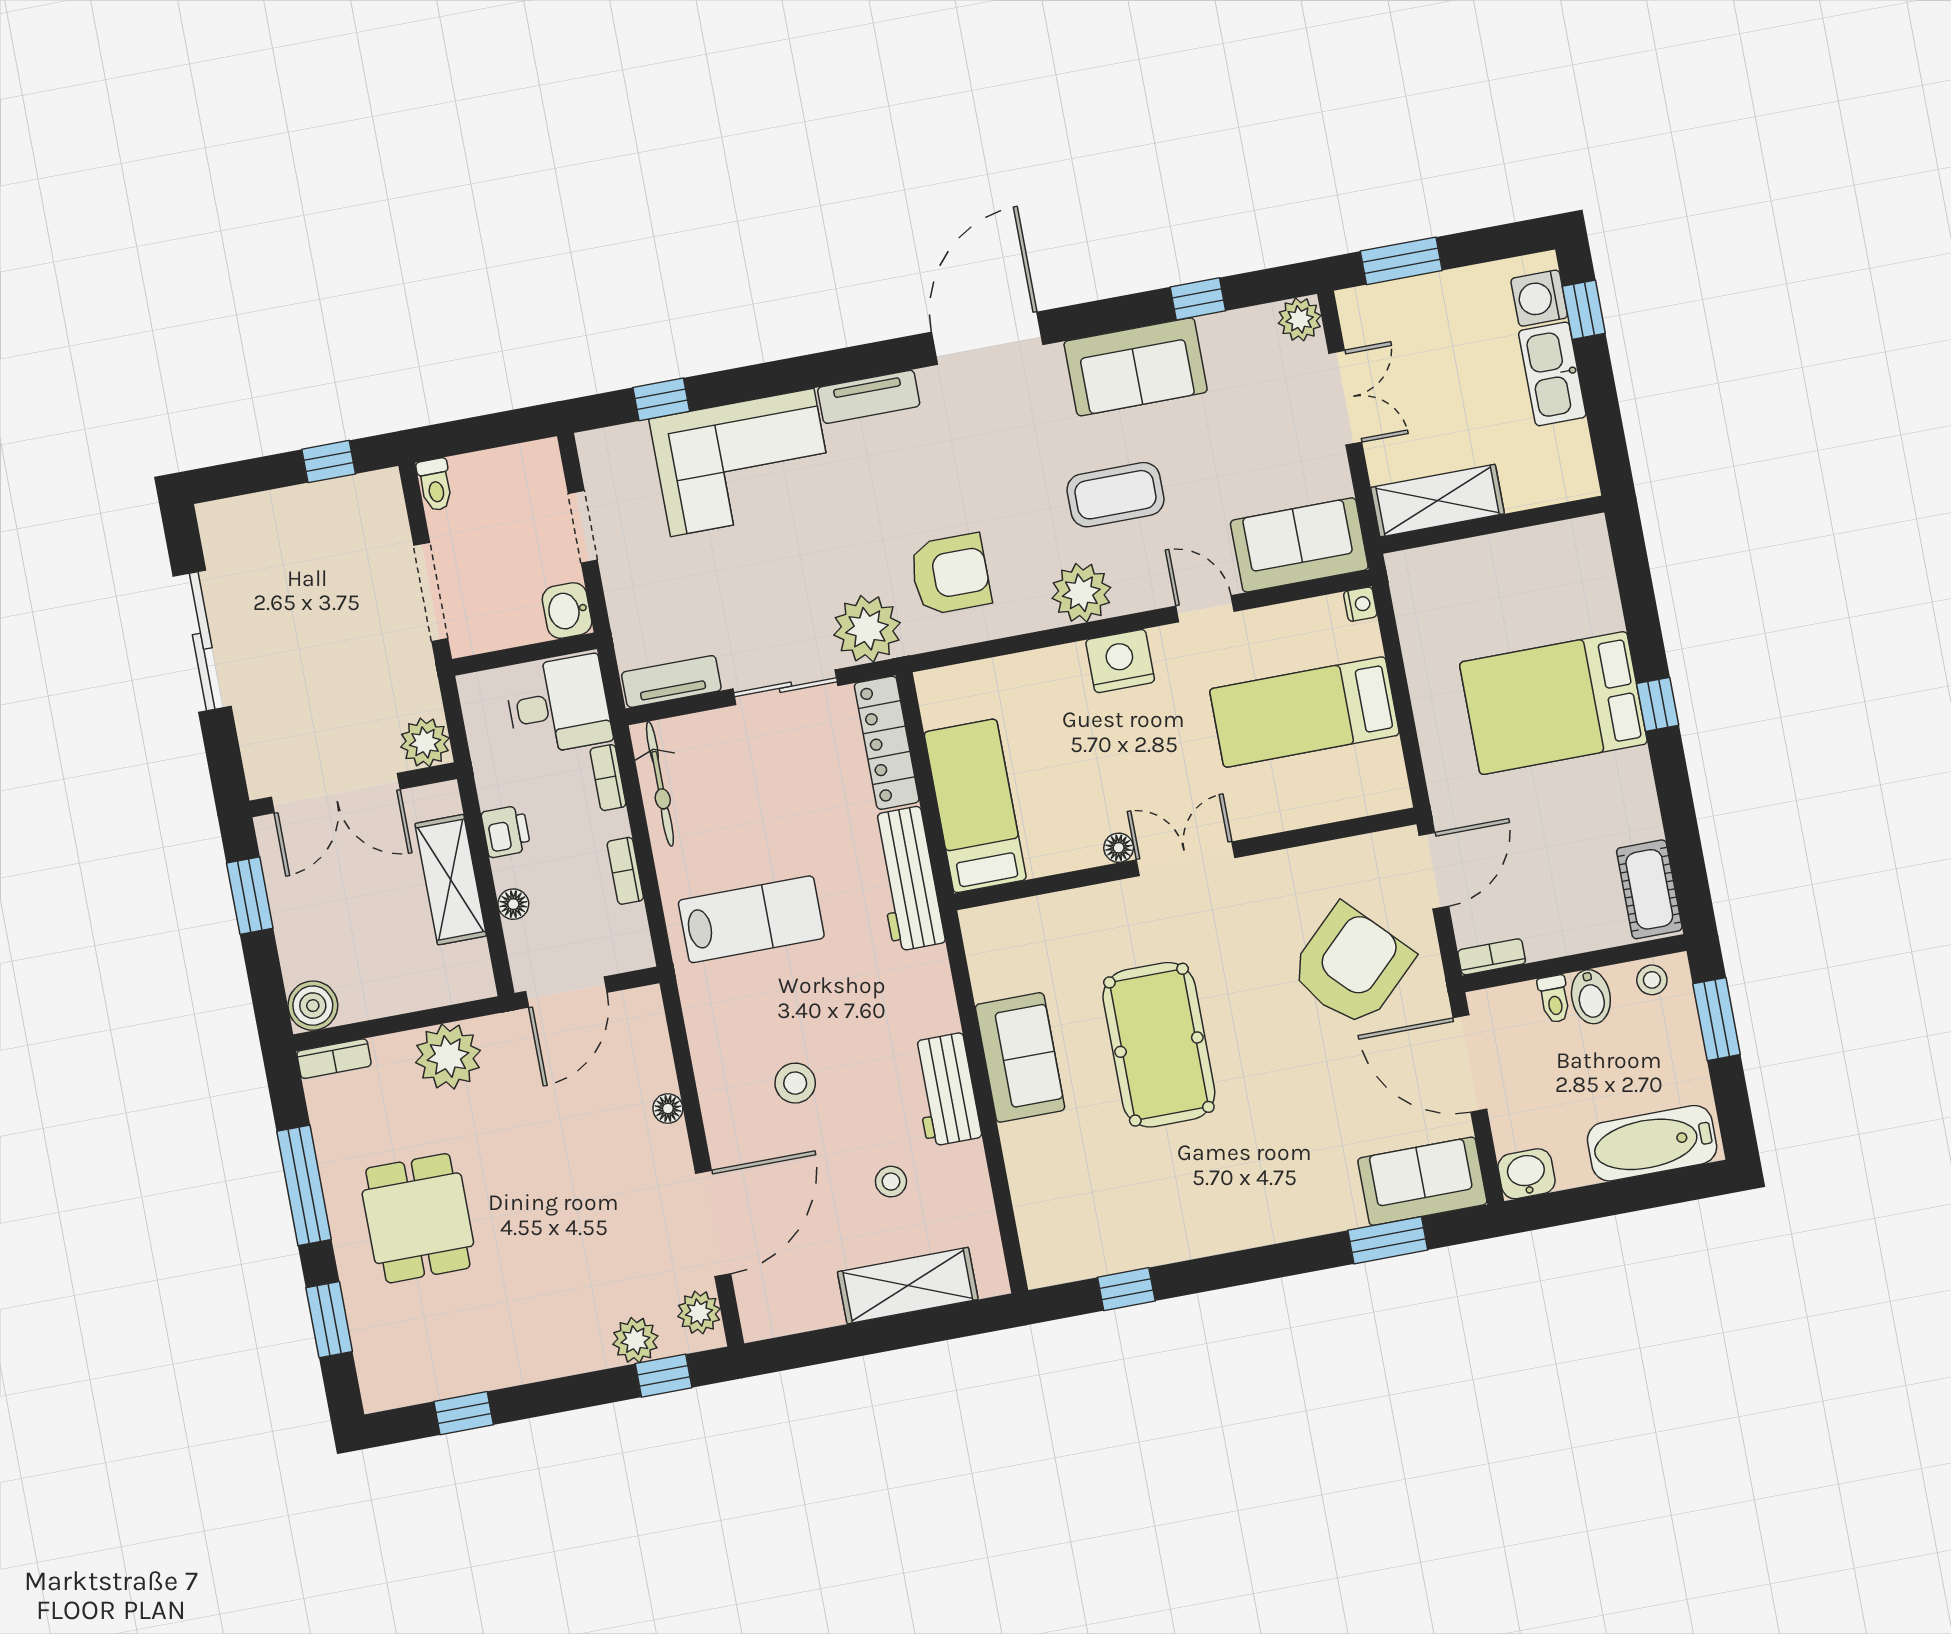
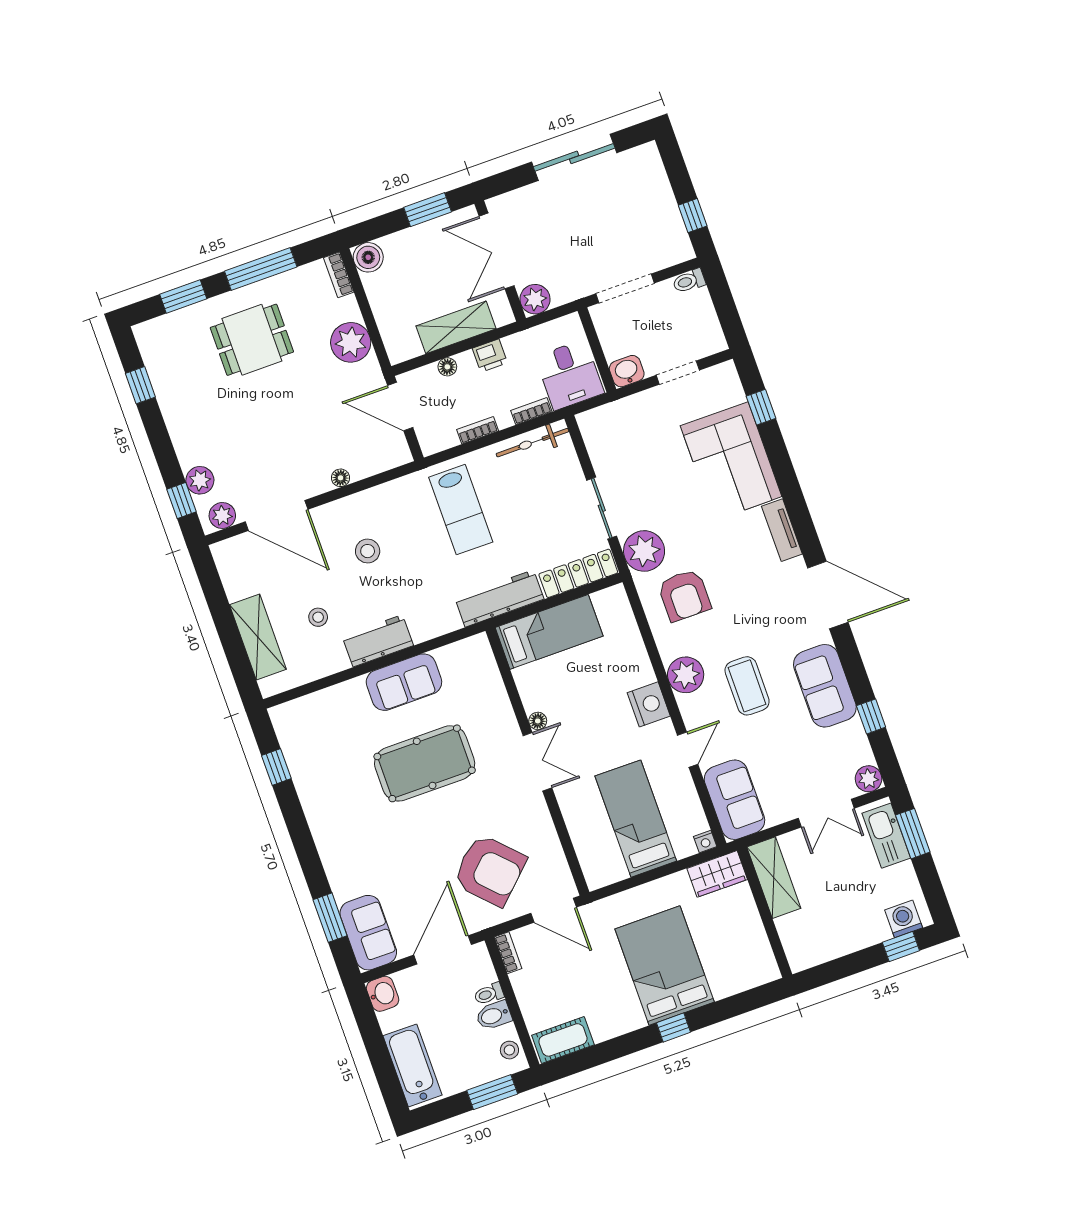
kitchen sink: (1552, 374) -> (886, 836), moved, turned -90
wardrobe: (1417, 593) -> (717, 874), added
tv unit: (671, 681) -> (594, 440), removed

